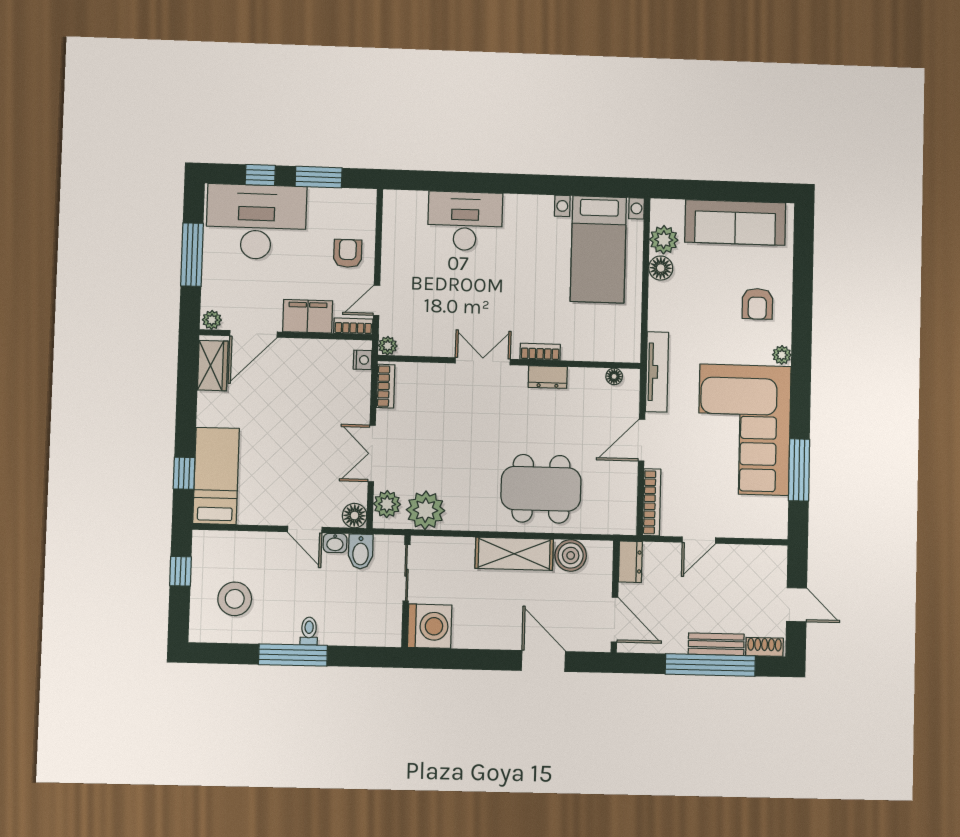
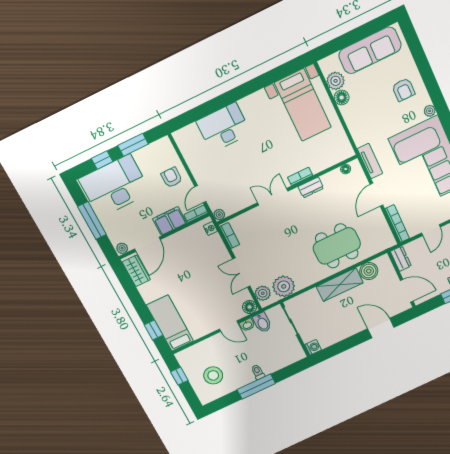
tv unit: (657, 372) -> (370, 161), width x0.71
washing machine: (430, 626) -> (313, 347), width x0.53, depth x0.53

